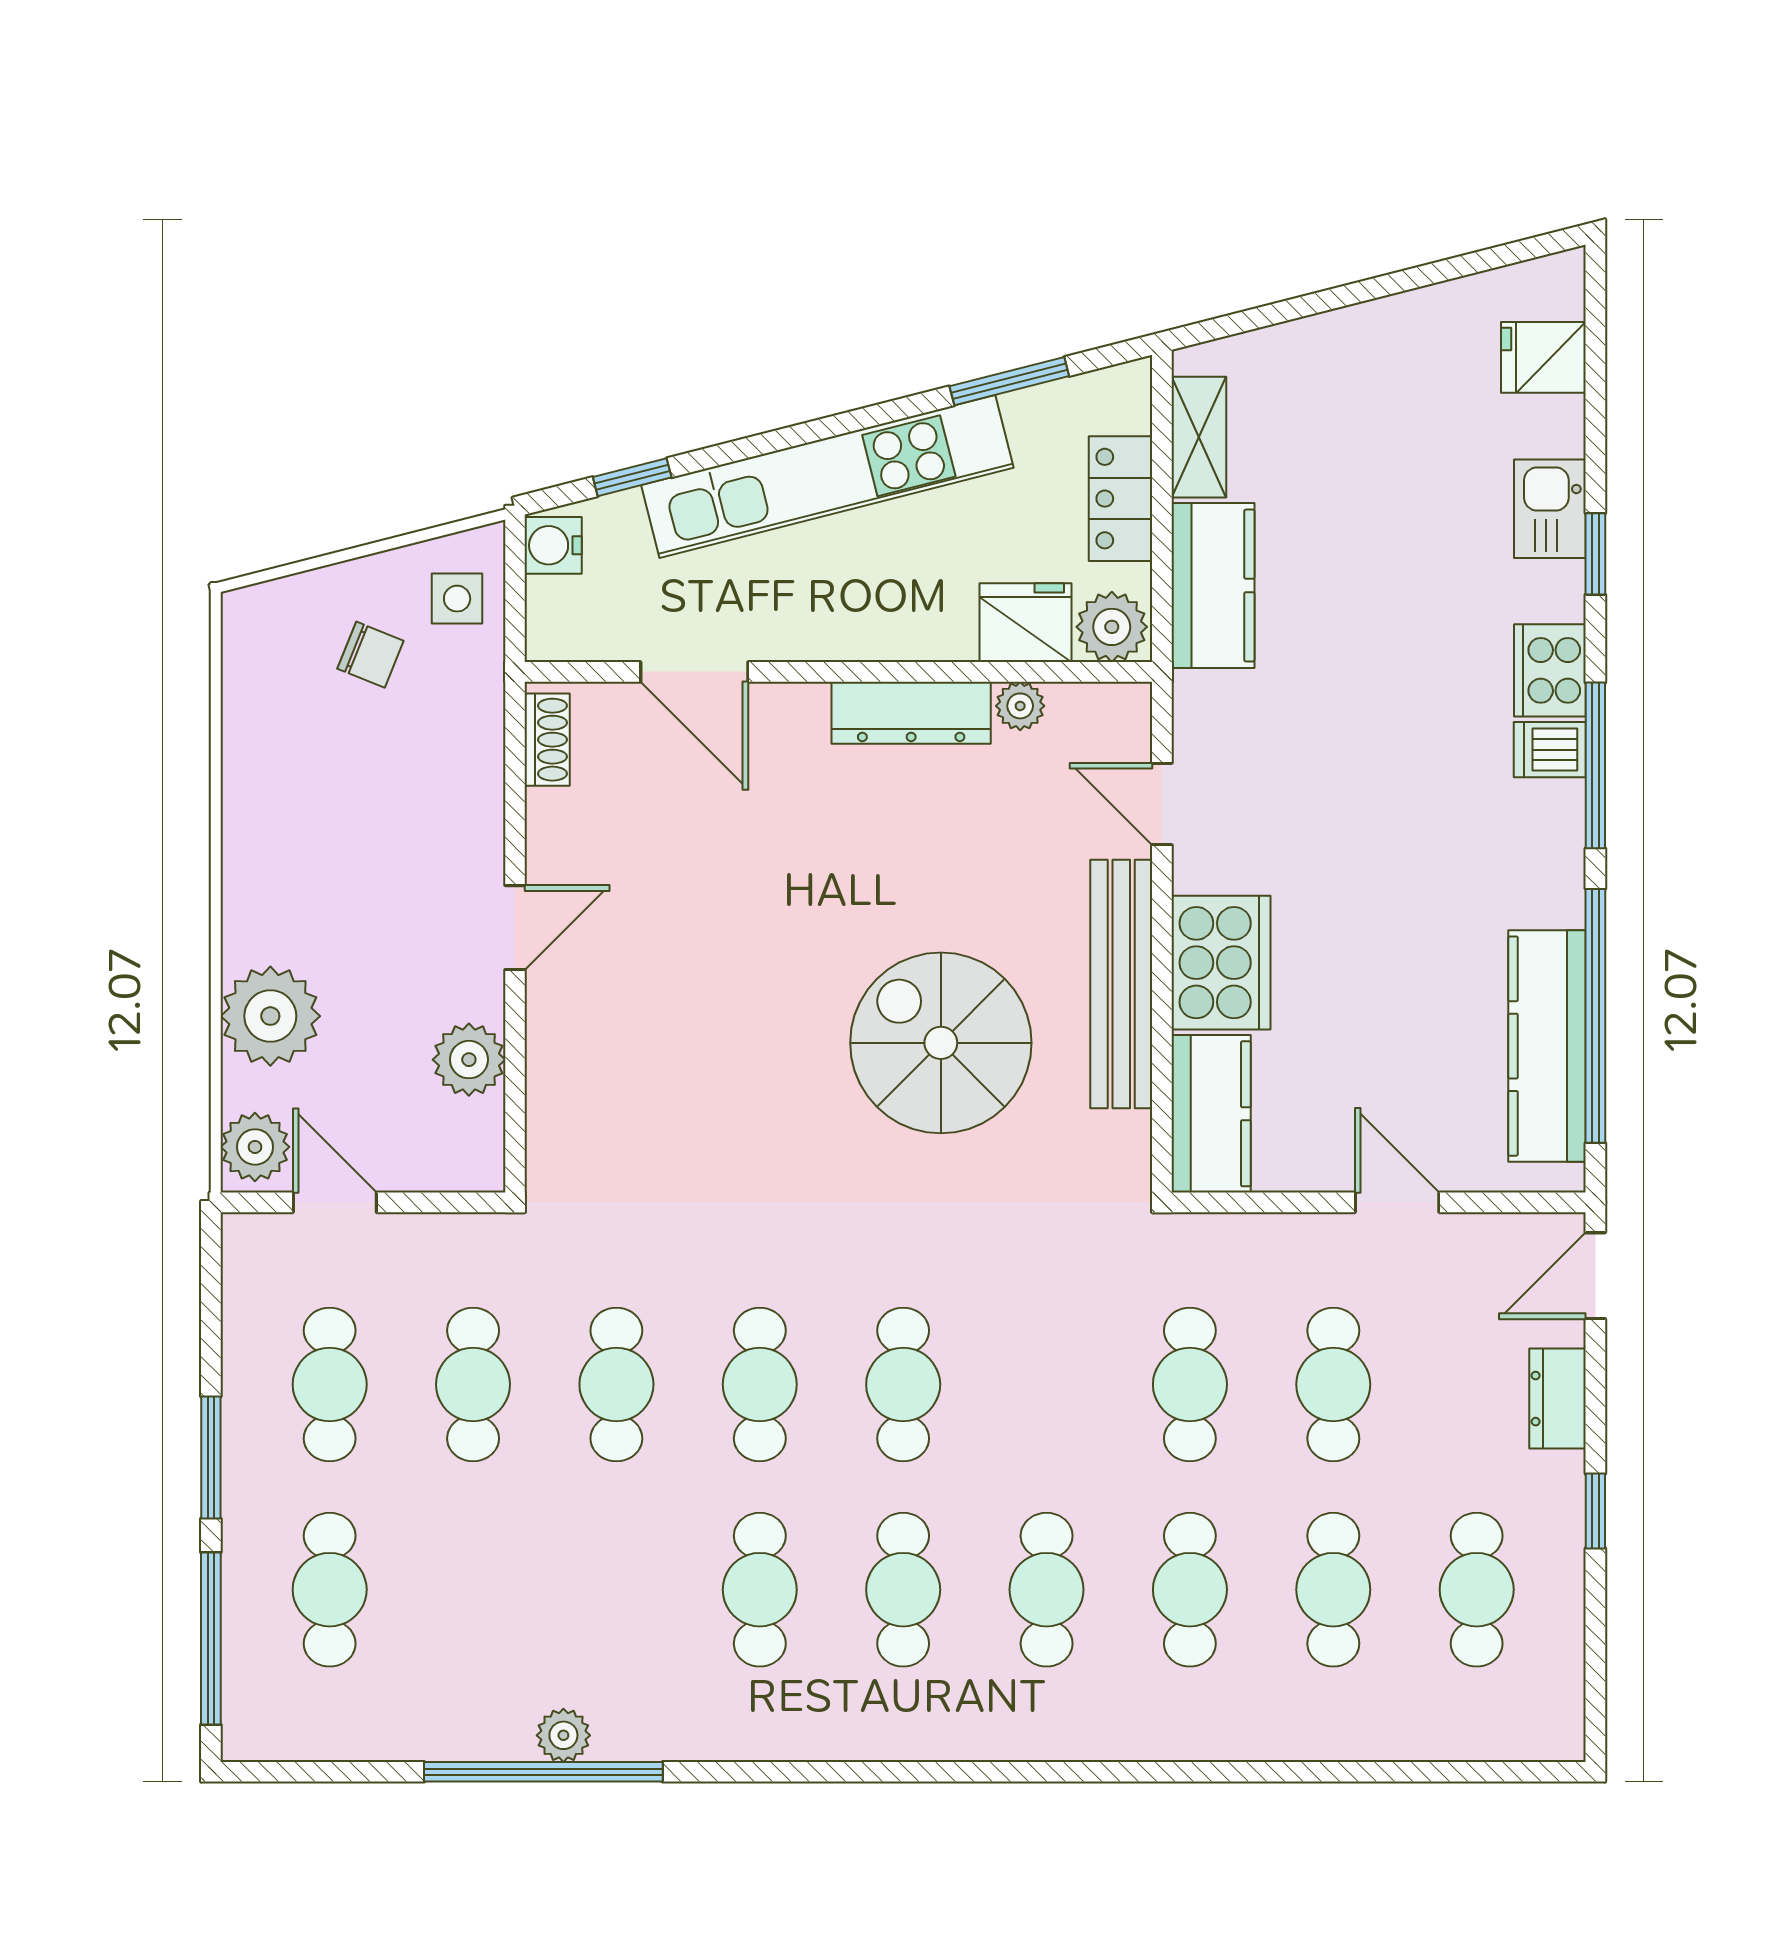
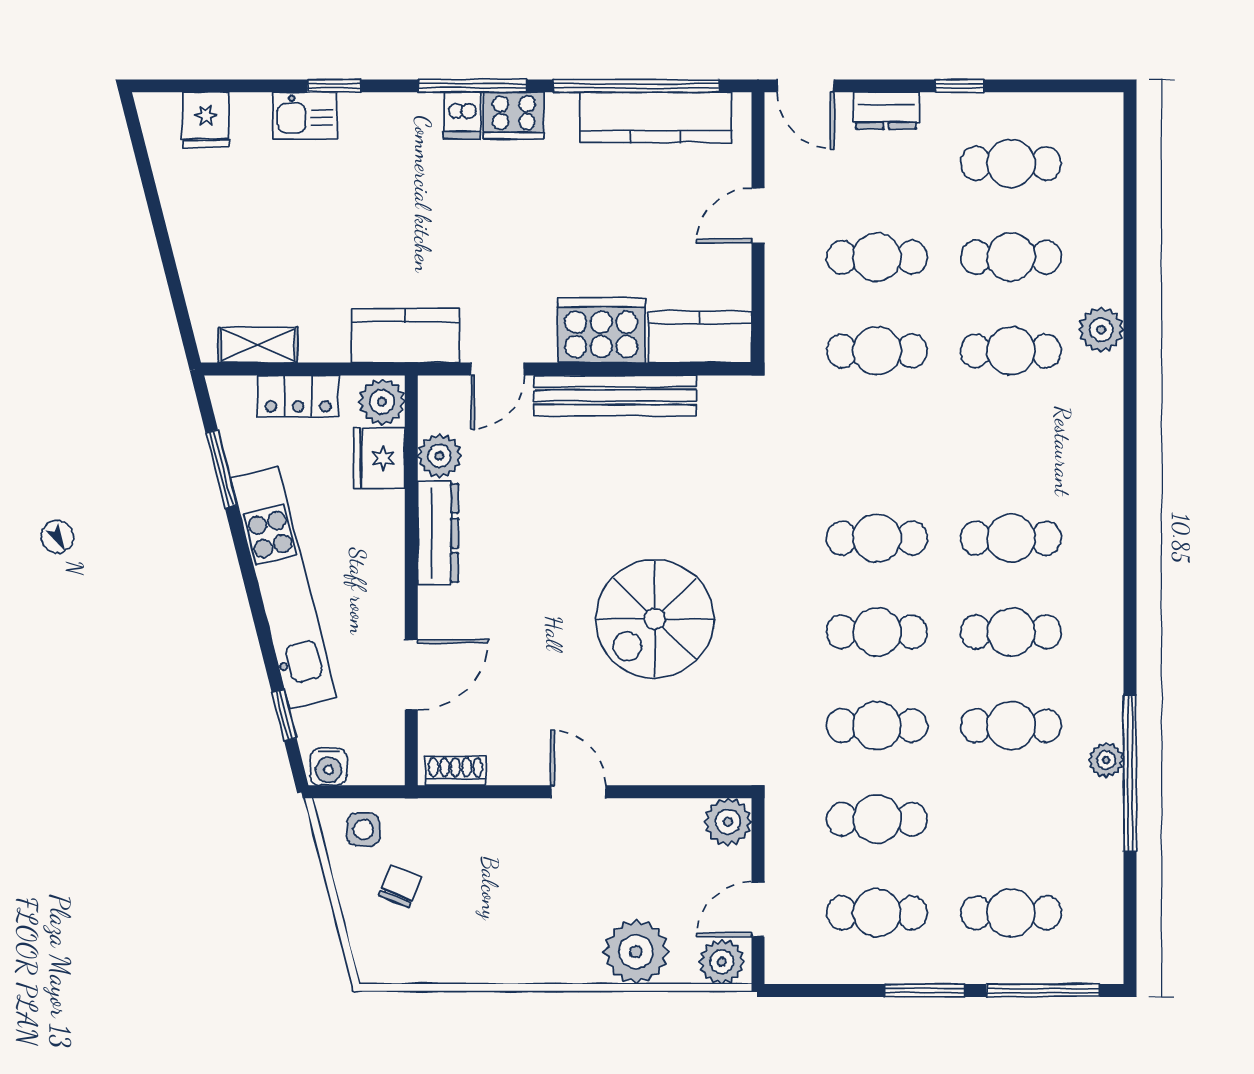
kitchen counter: (1213, 585) -> (405, 336), moved
cooker: (1550, 670) -> (514, 116), moved
plant: (1020, 706) -> (440, 456), width x1.38, depth x1.38
spiral stairs: (941, 1043) -> (655, 619), moved
plant: (469, 1060) -> (728, 822), moved
cafe table: (1047, 1590) -> (1011, 726), moved
plant: (1222, 1728) -> (1101, 330), added

